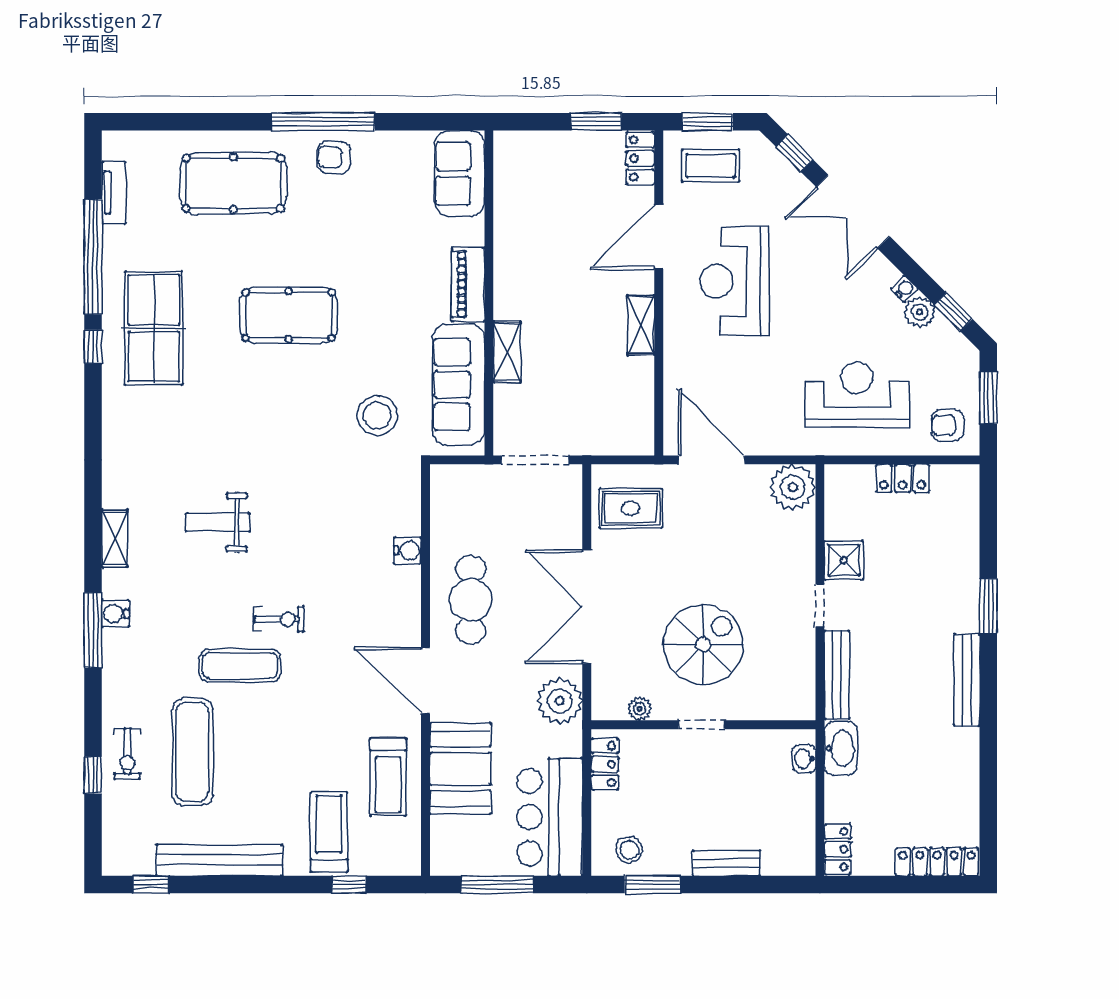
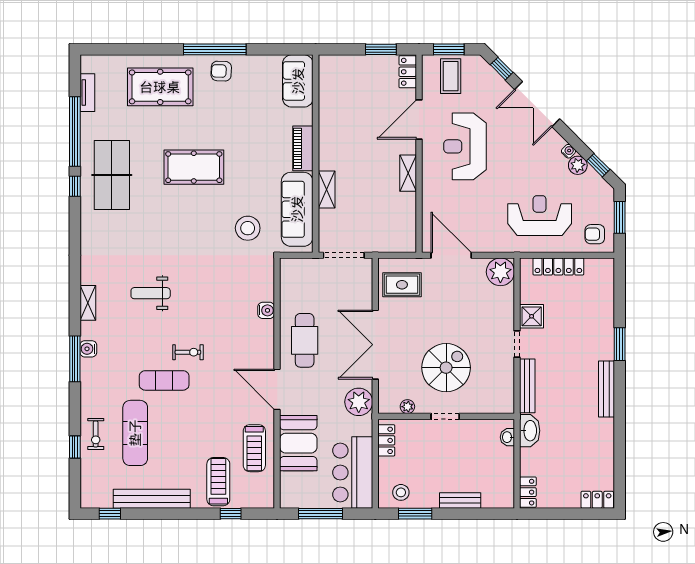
coffee table: (711, 166) -> (451, 76), turned 90
locker: (903, 478) -> (558, 267), width x1.53
locker: (937, 862) -> (597, 500), width x0.66

